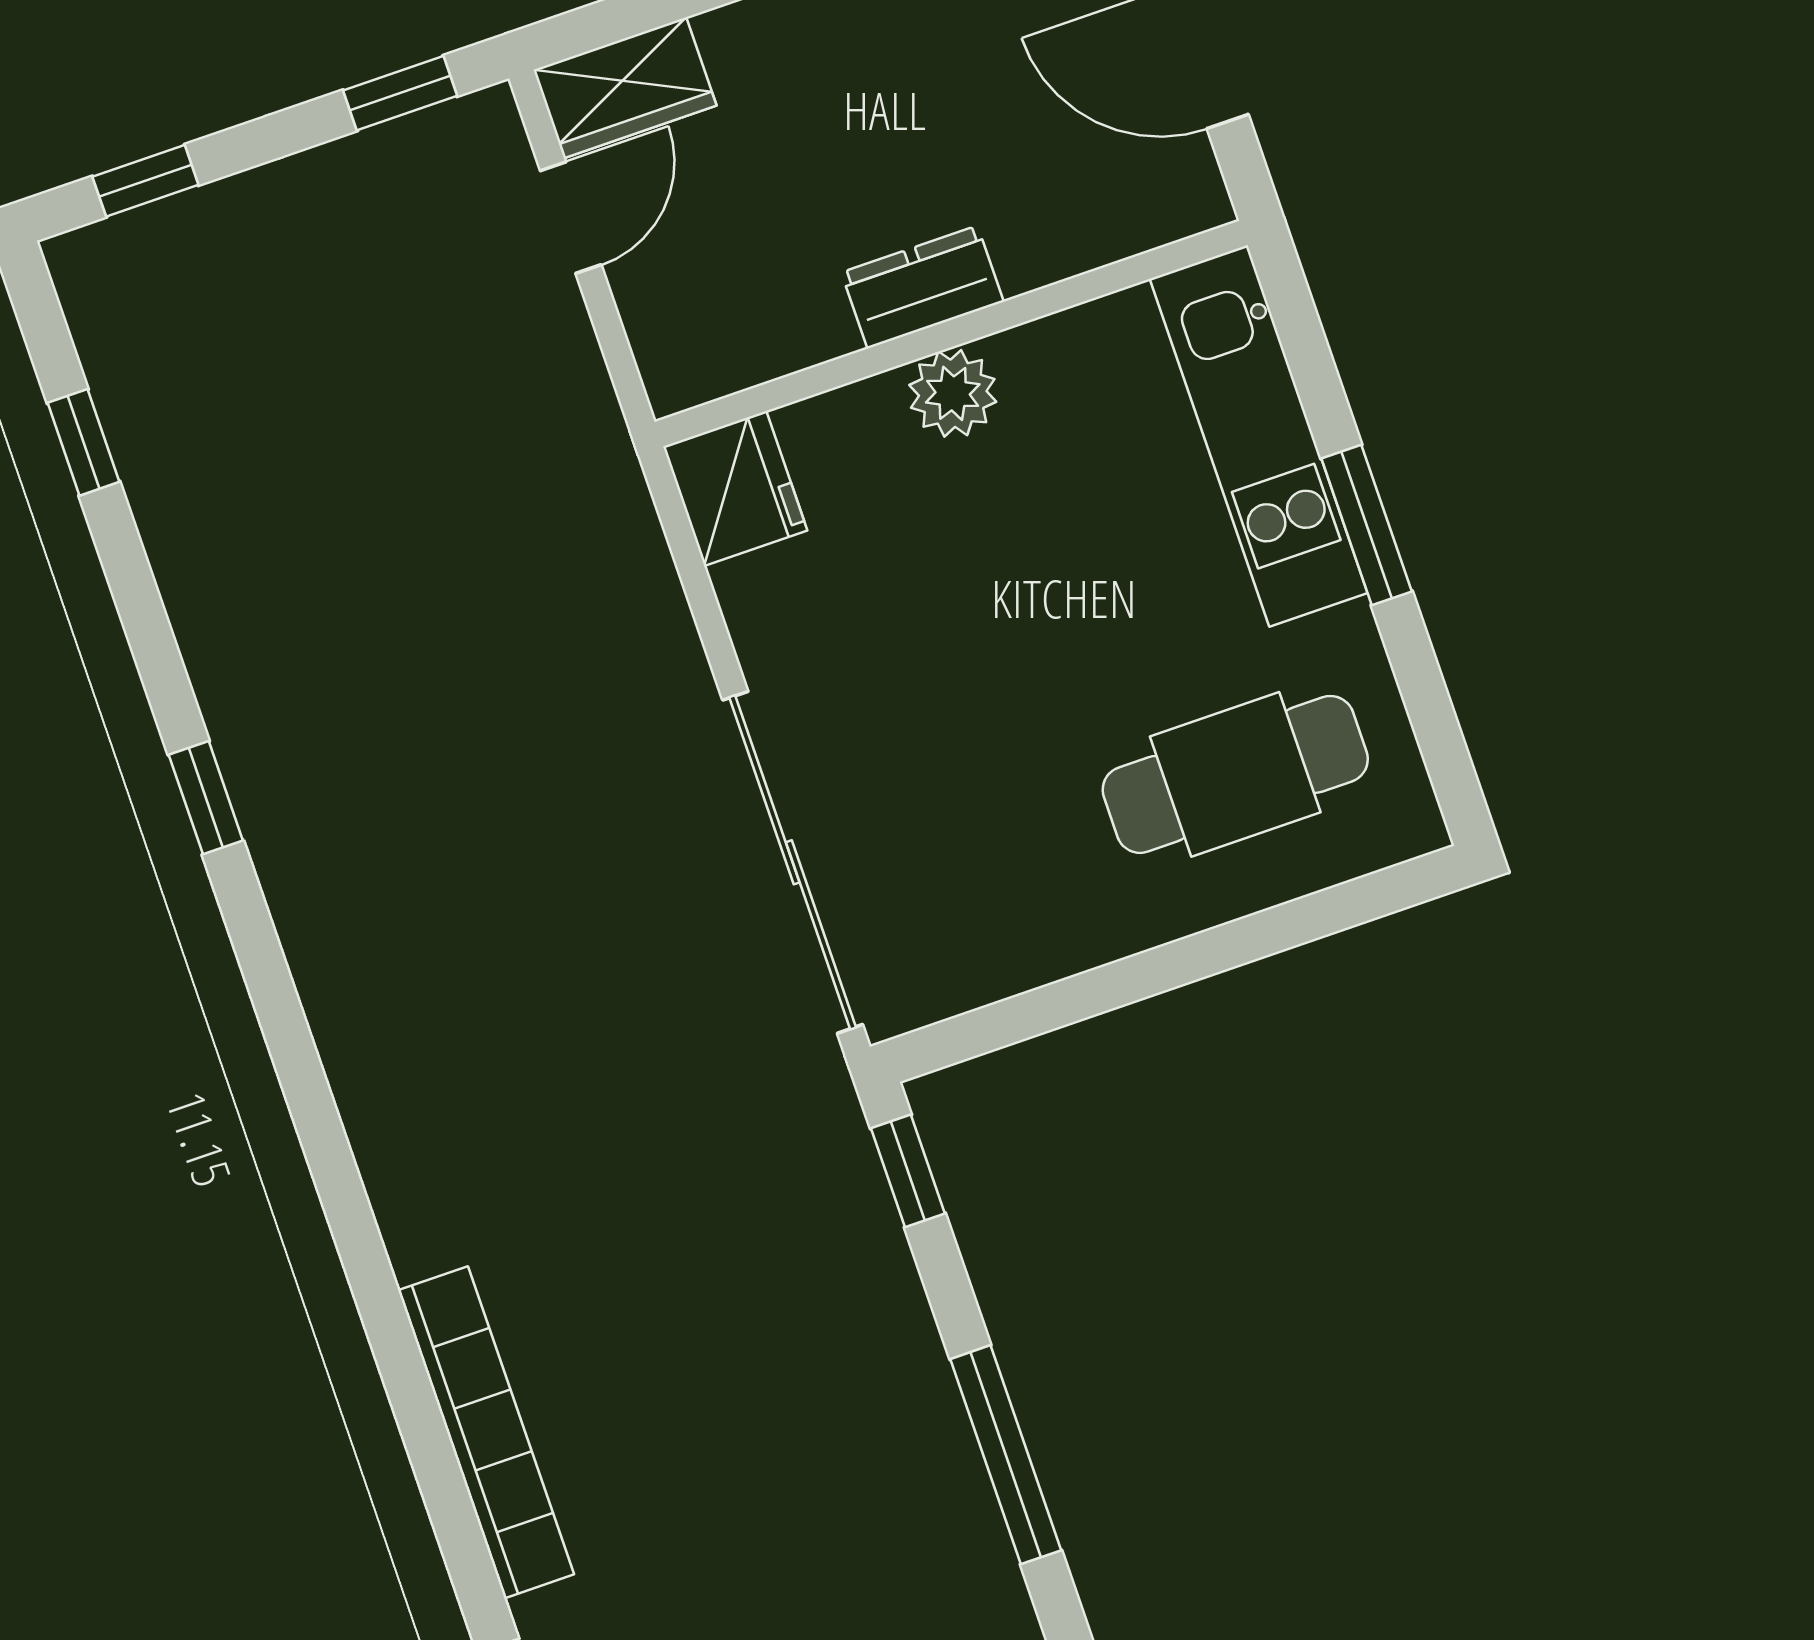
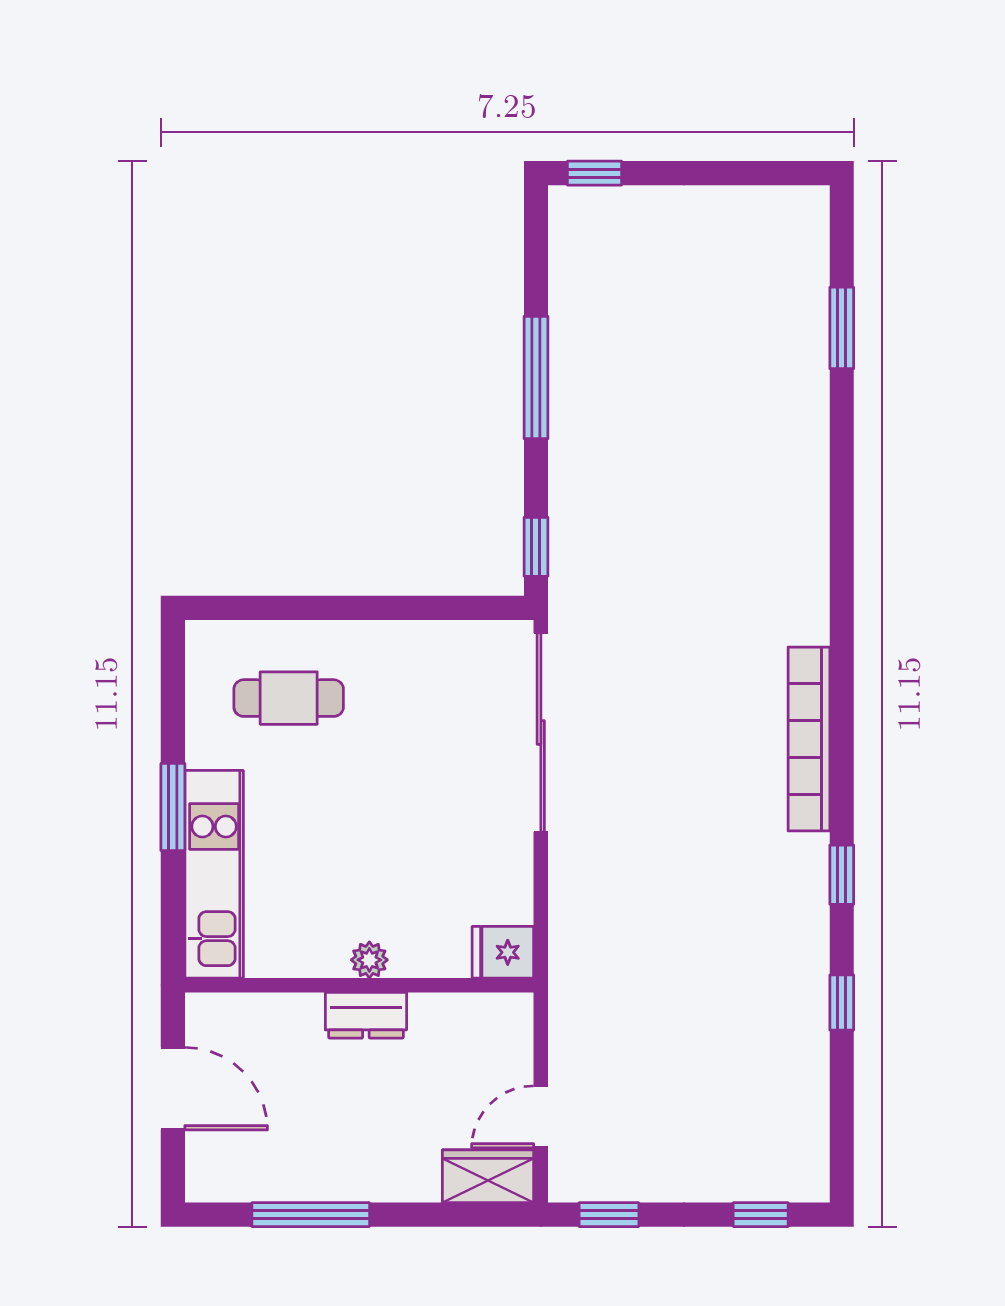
plant: (953, 393) -> (369, 960), width x0.73, depth x0.73
window: (84, 442) -> (842, 1003), moved
fridge: (735, 488) -> (503, 952), width x0.72
cafe table: (1235, 774) -> (289, 698), width x0.73, depth x0.74
bookcase: (486, 1432) -> (809, 739), moved

